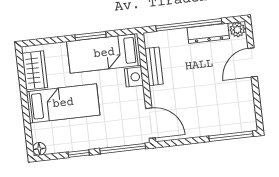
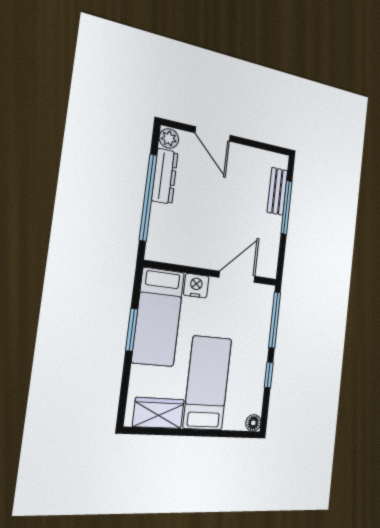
bench: (154, 66) -> (277, 191), moved, turned 90
door: (150, 123) -> (237, 277), moved
window: (231, 136) -> (286, 208), moved

